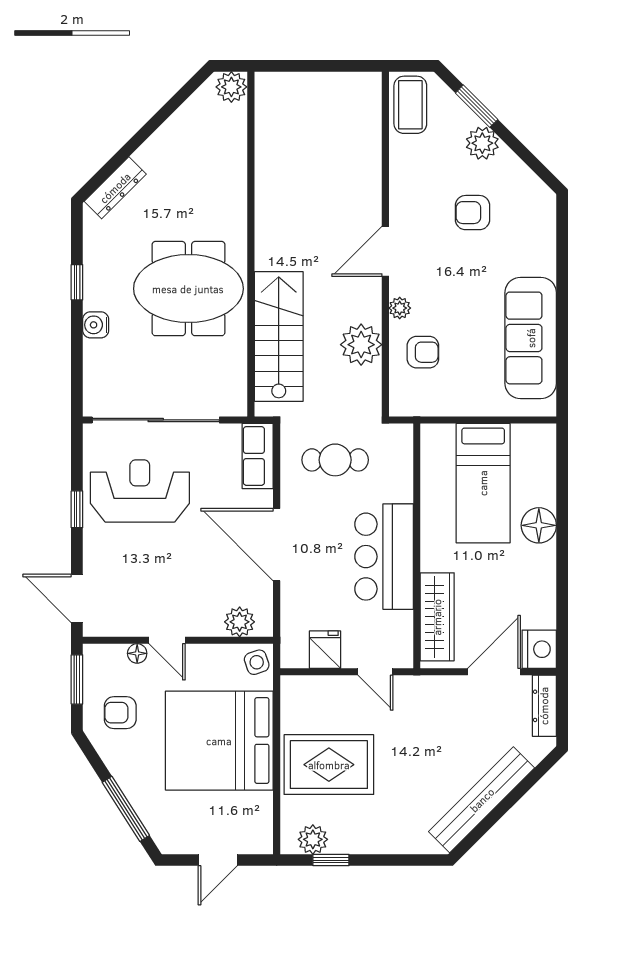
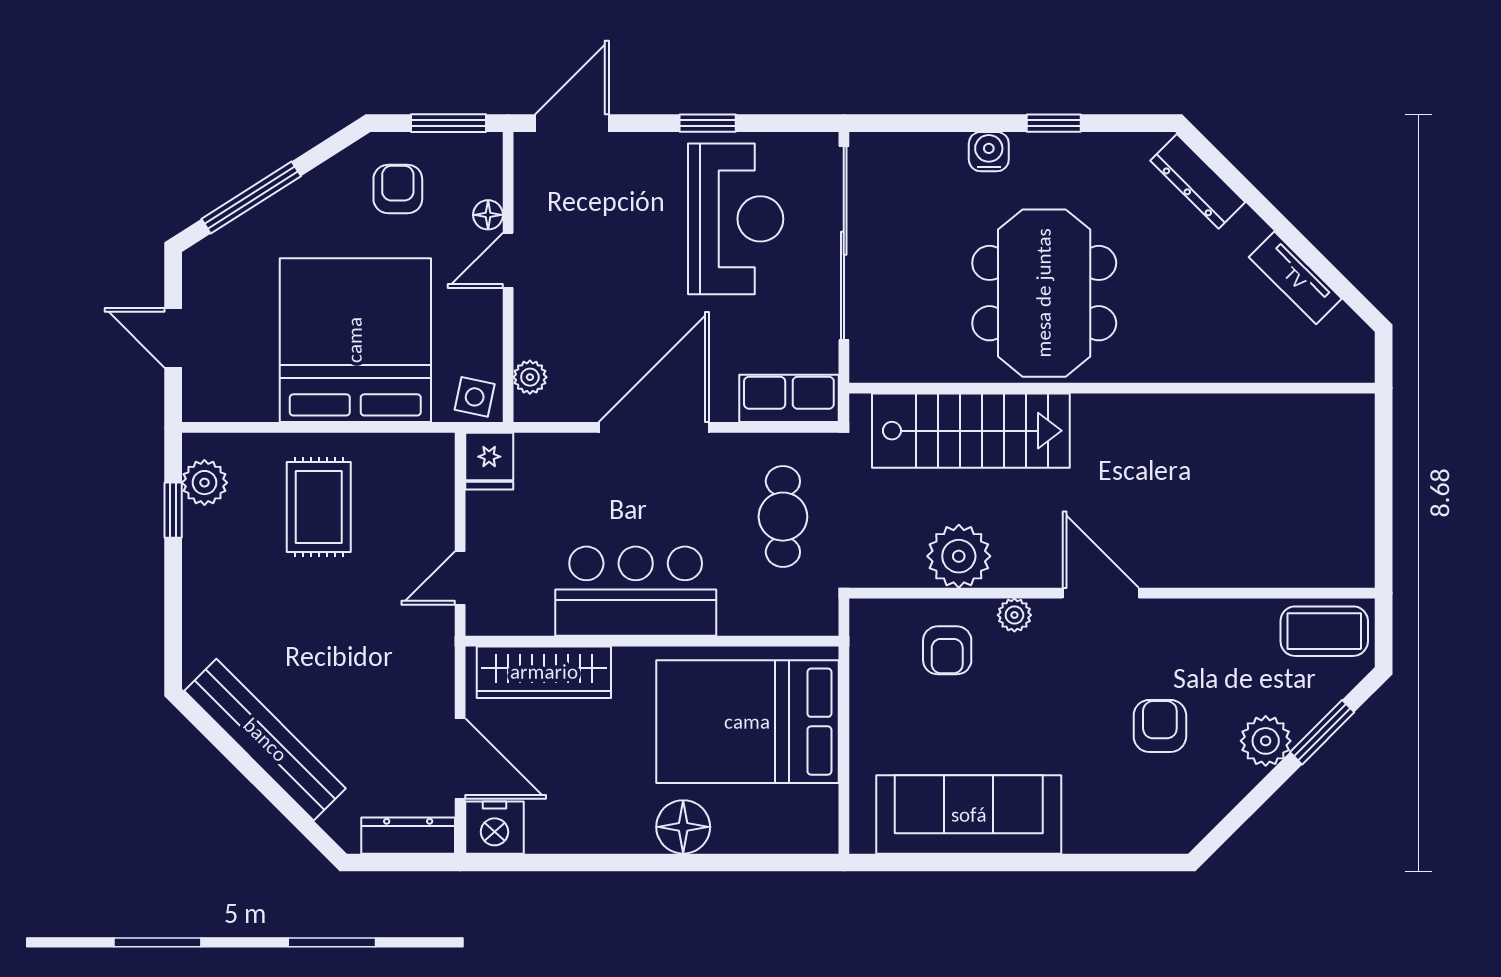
plant: (231, 87) -> (1351, 358), removed
tv unit: (179, 124) -> (1295, 278), added
bed: (483, 483) -> (747, 722), width x1.50
plant: (240, 622) -> (530, 377), width x0.73, depth x0.73
fridge: (325, 650) -> (489, 461), moved, turned 90
side table: (257, 662) -> (475, 397), turned 31
rug: (329, 765) -> (319, 507), width x0.73, depth x0.70

